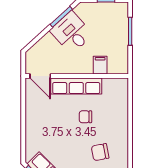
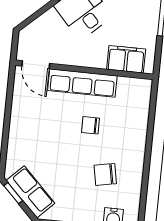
filing cabinet: (100, 65) -> (126, 59), width x2.00

